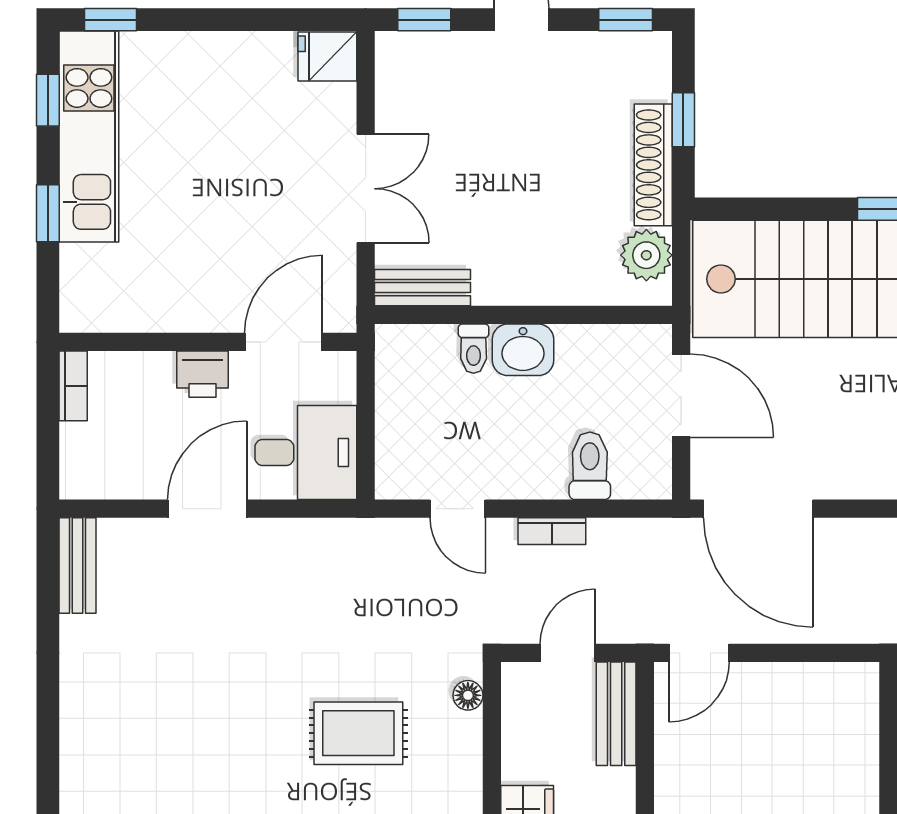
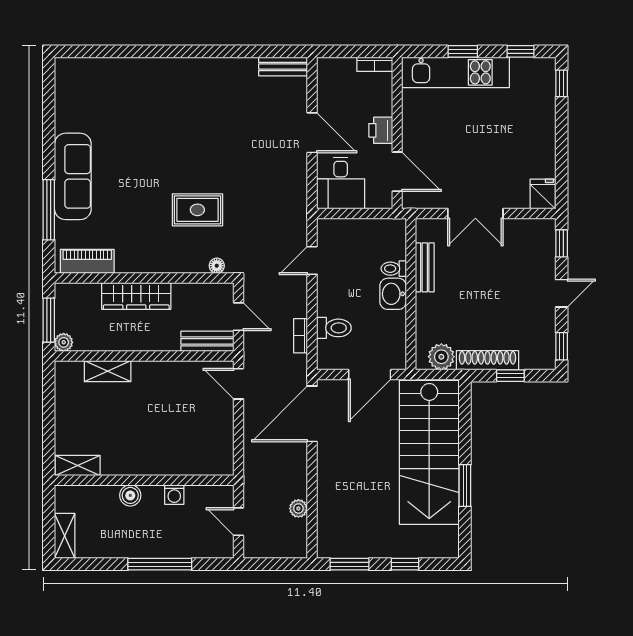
kitchen unit: (89, 137) -> (456, 72), moved
bench: (423, 288) -> (425, 267), moved
bookcase: (552, 531) -> (301, 336), moved
rug: (358, 733) -> (197, 210), turned 90

